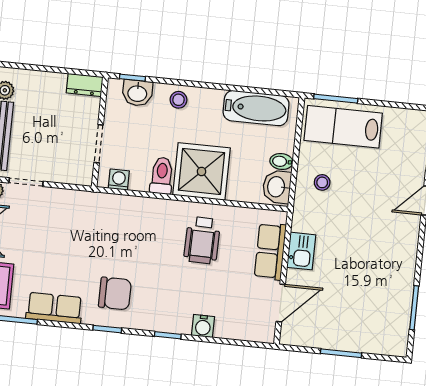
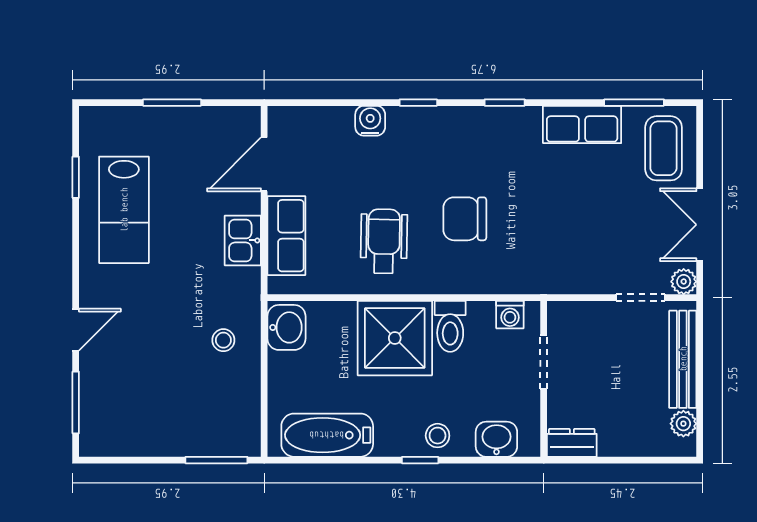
window: (132, 78) -> (420, 460), moved
lab bench: (343, 127) -> (124, 210), moved, turned 90
bidet: (281, 161) -> (284, 364), removed
chair: (115, 293) -> (465, 219), moved
window: (414, 308) -> (76, 177), width x0.67

